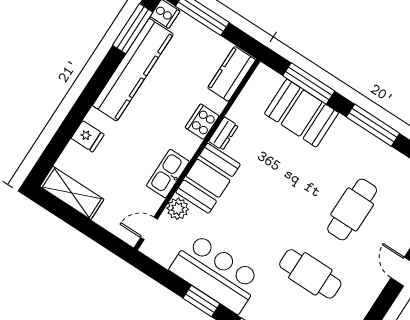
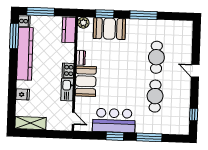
window: (309, 83) -> (105, 14), width x0.69
cooker: (202, 122) -> (68, 70), moved
plant: (178, 209) -> (83, 23), moved
door: (149, 228) -> (73, 118), swing flipped
cafe table: (310, 274) -> (155, 96), turned 90

